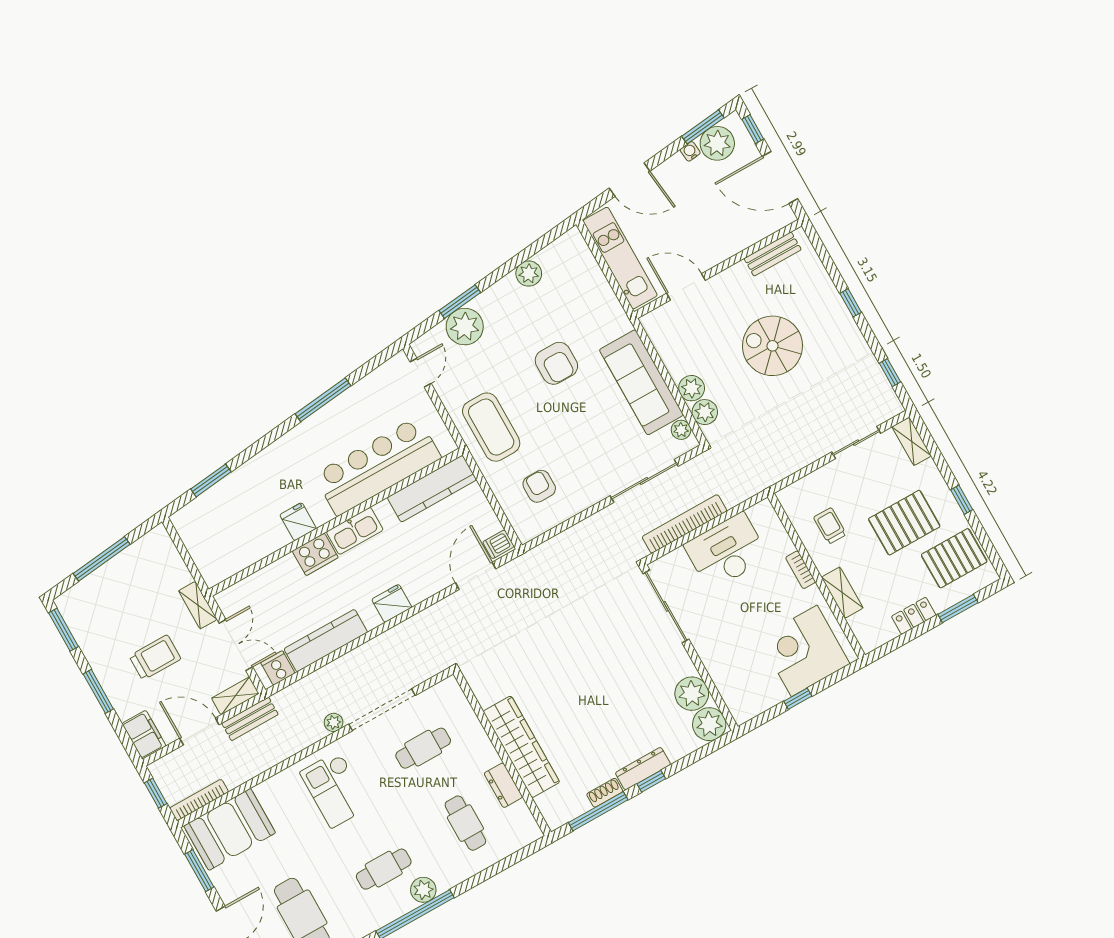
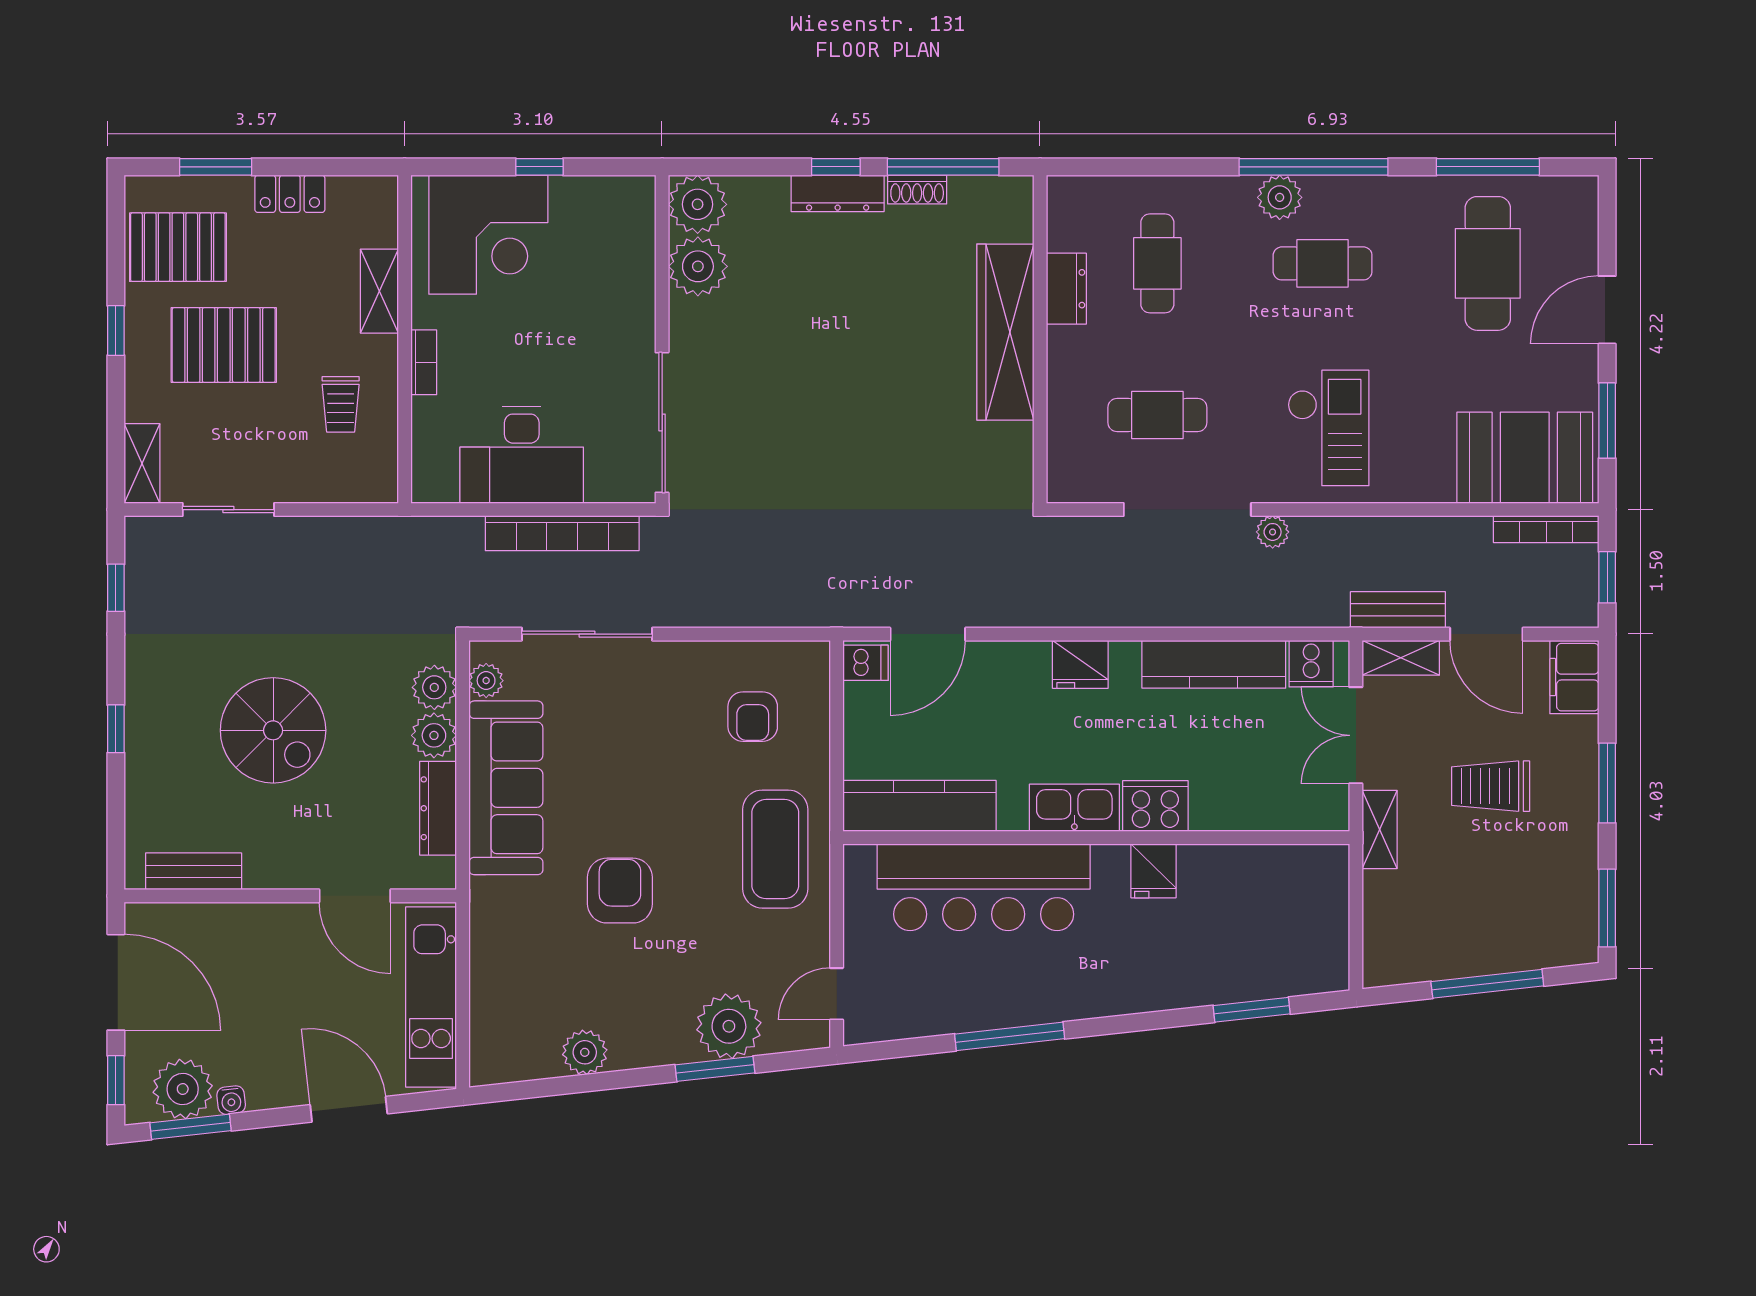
dresser: (669, 353) -> (438, 808), added

